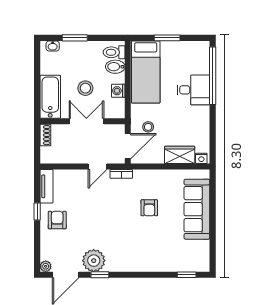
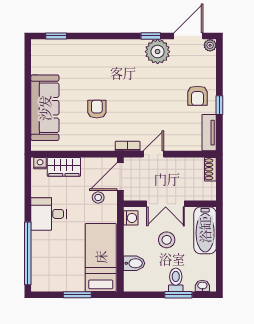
toilet: (114, 52) -> (176, 280), moved, turned -90
desk: (194, 90) -> (49, 214), moved
washing machine: (118, 91) -> (131, 218), moved
shoe rack: (45, 135) -> (210, 169), moved

